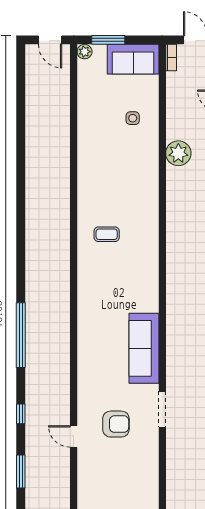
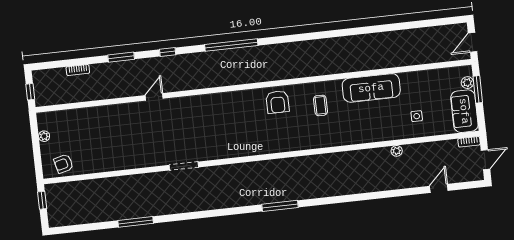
plant: (85, 52) -> (467, 83), moved
plant: (178, 153) -> (397, 151), width x0.53, depth x0.53
sofa: (144, 348) -> (371, 88), moved, turned 180
armchair: (116, 424) -> (278, 102), moved

